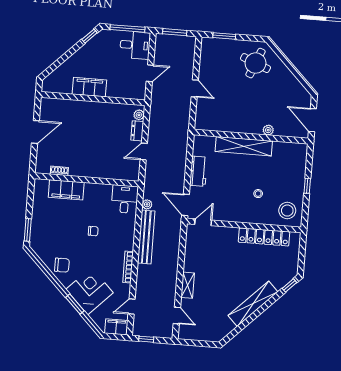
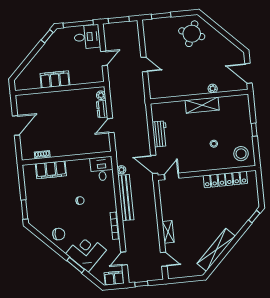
shelving: (244, 146) -> (202, 105), width x0.68
shelving: (253, 304) -> (216, 250), moved

